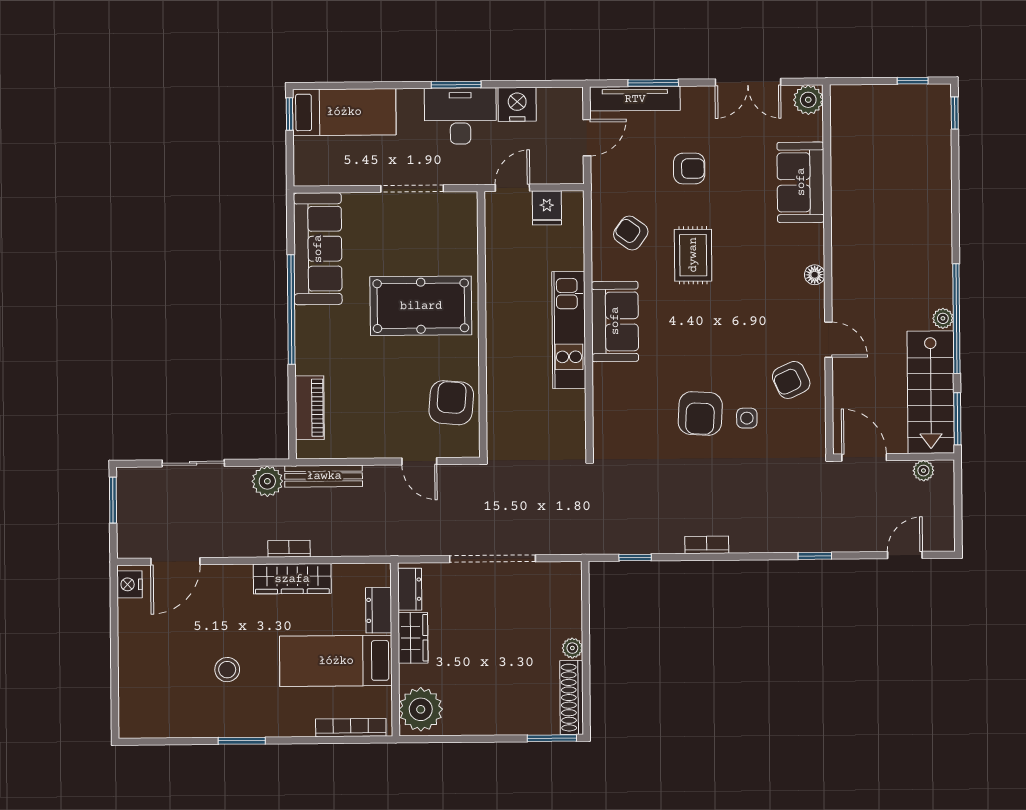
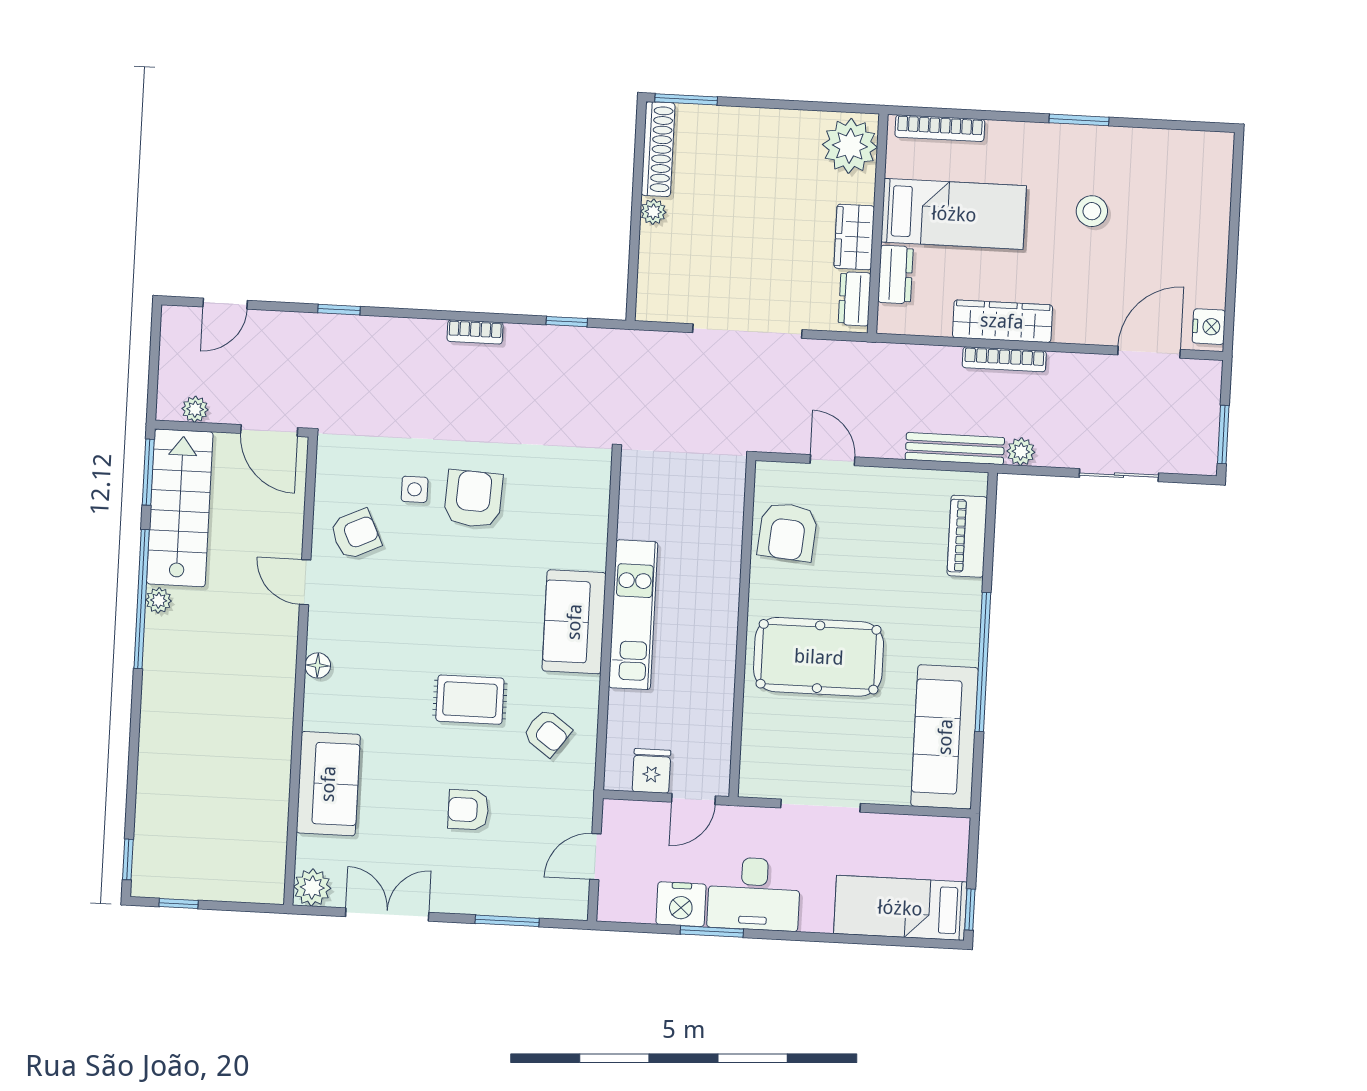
window: (456, 85) -> (712, 932), moved
tv unit: (635, 99) -> (532, 902), removed
rug: (693, 255) -> (470, 700), turned 90
plant: (267, 481) -> (1021, 452), width x0.73, depth x0.73
bookcase: (289, 549) -> (1004, 359), width x1.56

